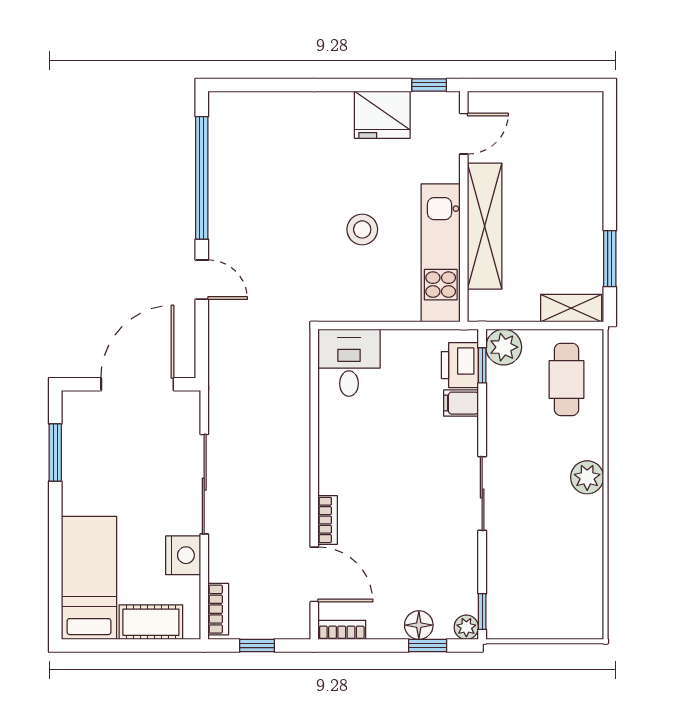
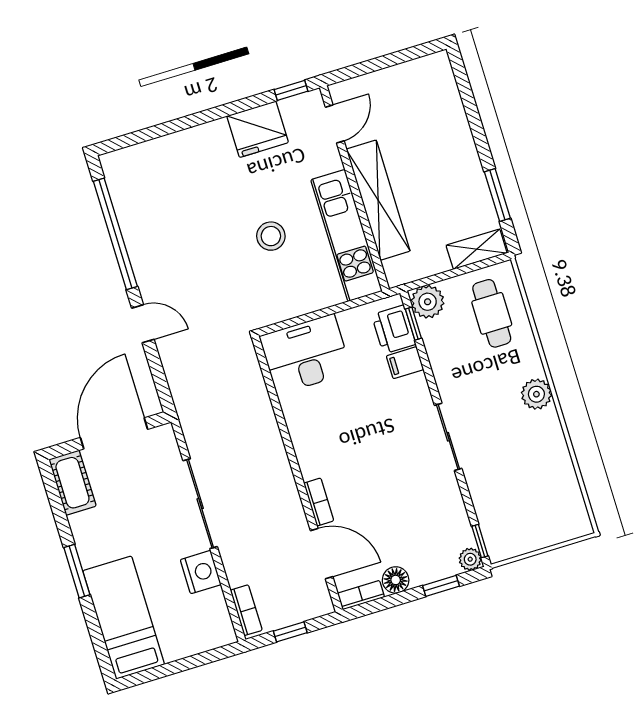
desk: (349, 363) -> (305, 354), width x1.37
window: (55, 453) -> (77, 571), moved
cot: (151, 622) -> (72, 483), moved, turned 90
floor lamp: (419, 625) -> (396, 580), moved

